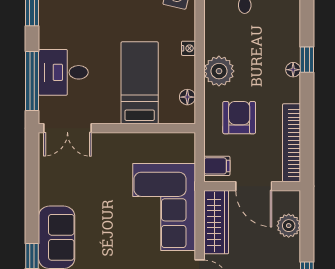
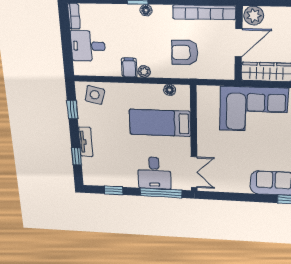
nightstand: (188, 48) -> (133, 88), removed
plant: (219, 71) -> (144, 71), width x0.53, depth x0.53
filing cabinet: (217, 166) -> (129, 68), moved
plant: (289, 226) -> (254, 16), moved

